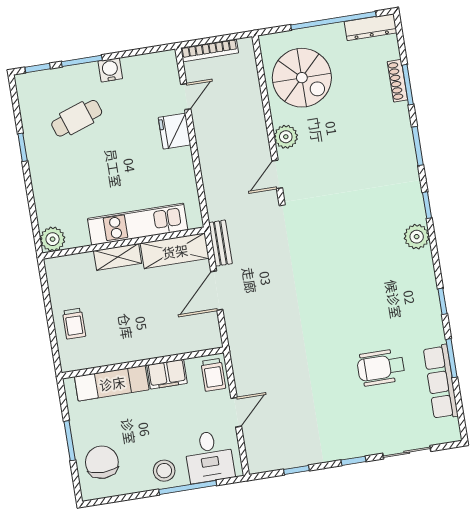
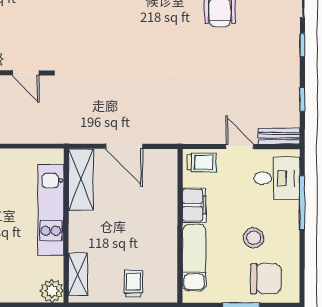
bench: (220, 243) -> (279, 136), moved
shelving: (118, 257) -> (78, 274), moved
trolley: (74, 324) -> (133, 284), turned -90
chair: (102, 462) -> (266, 279), turned 180
stool: (164, 471) -> (254, 238), moved

